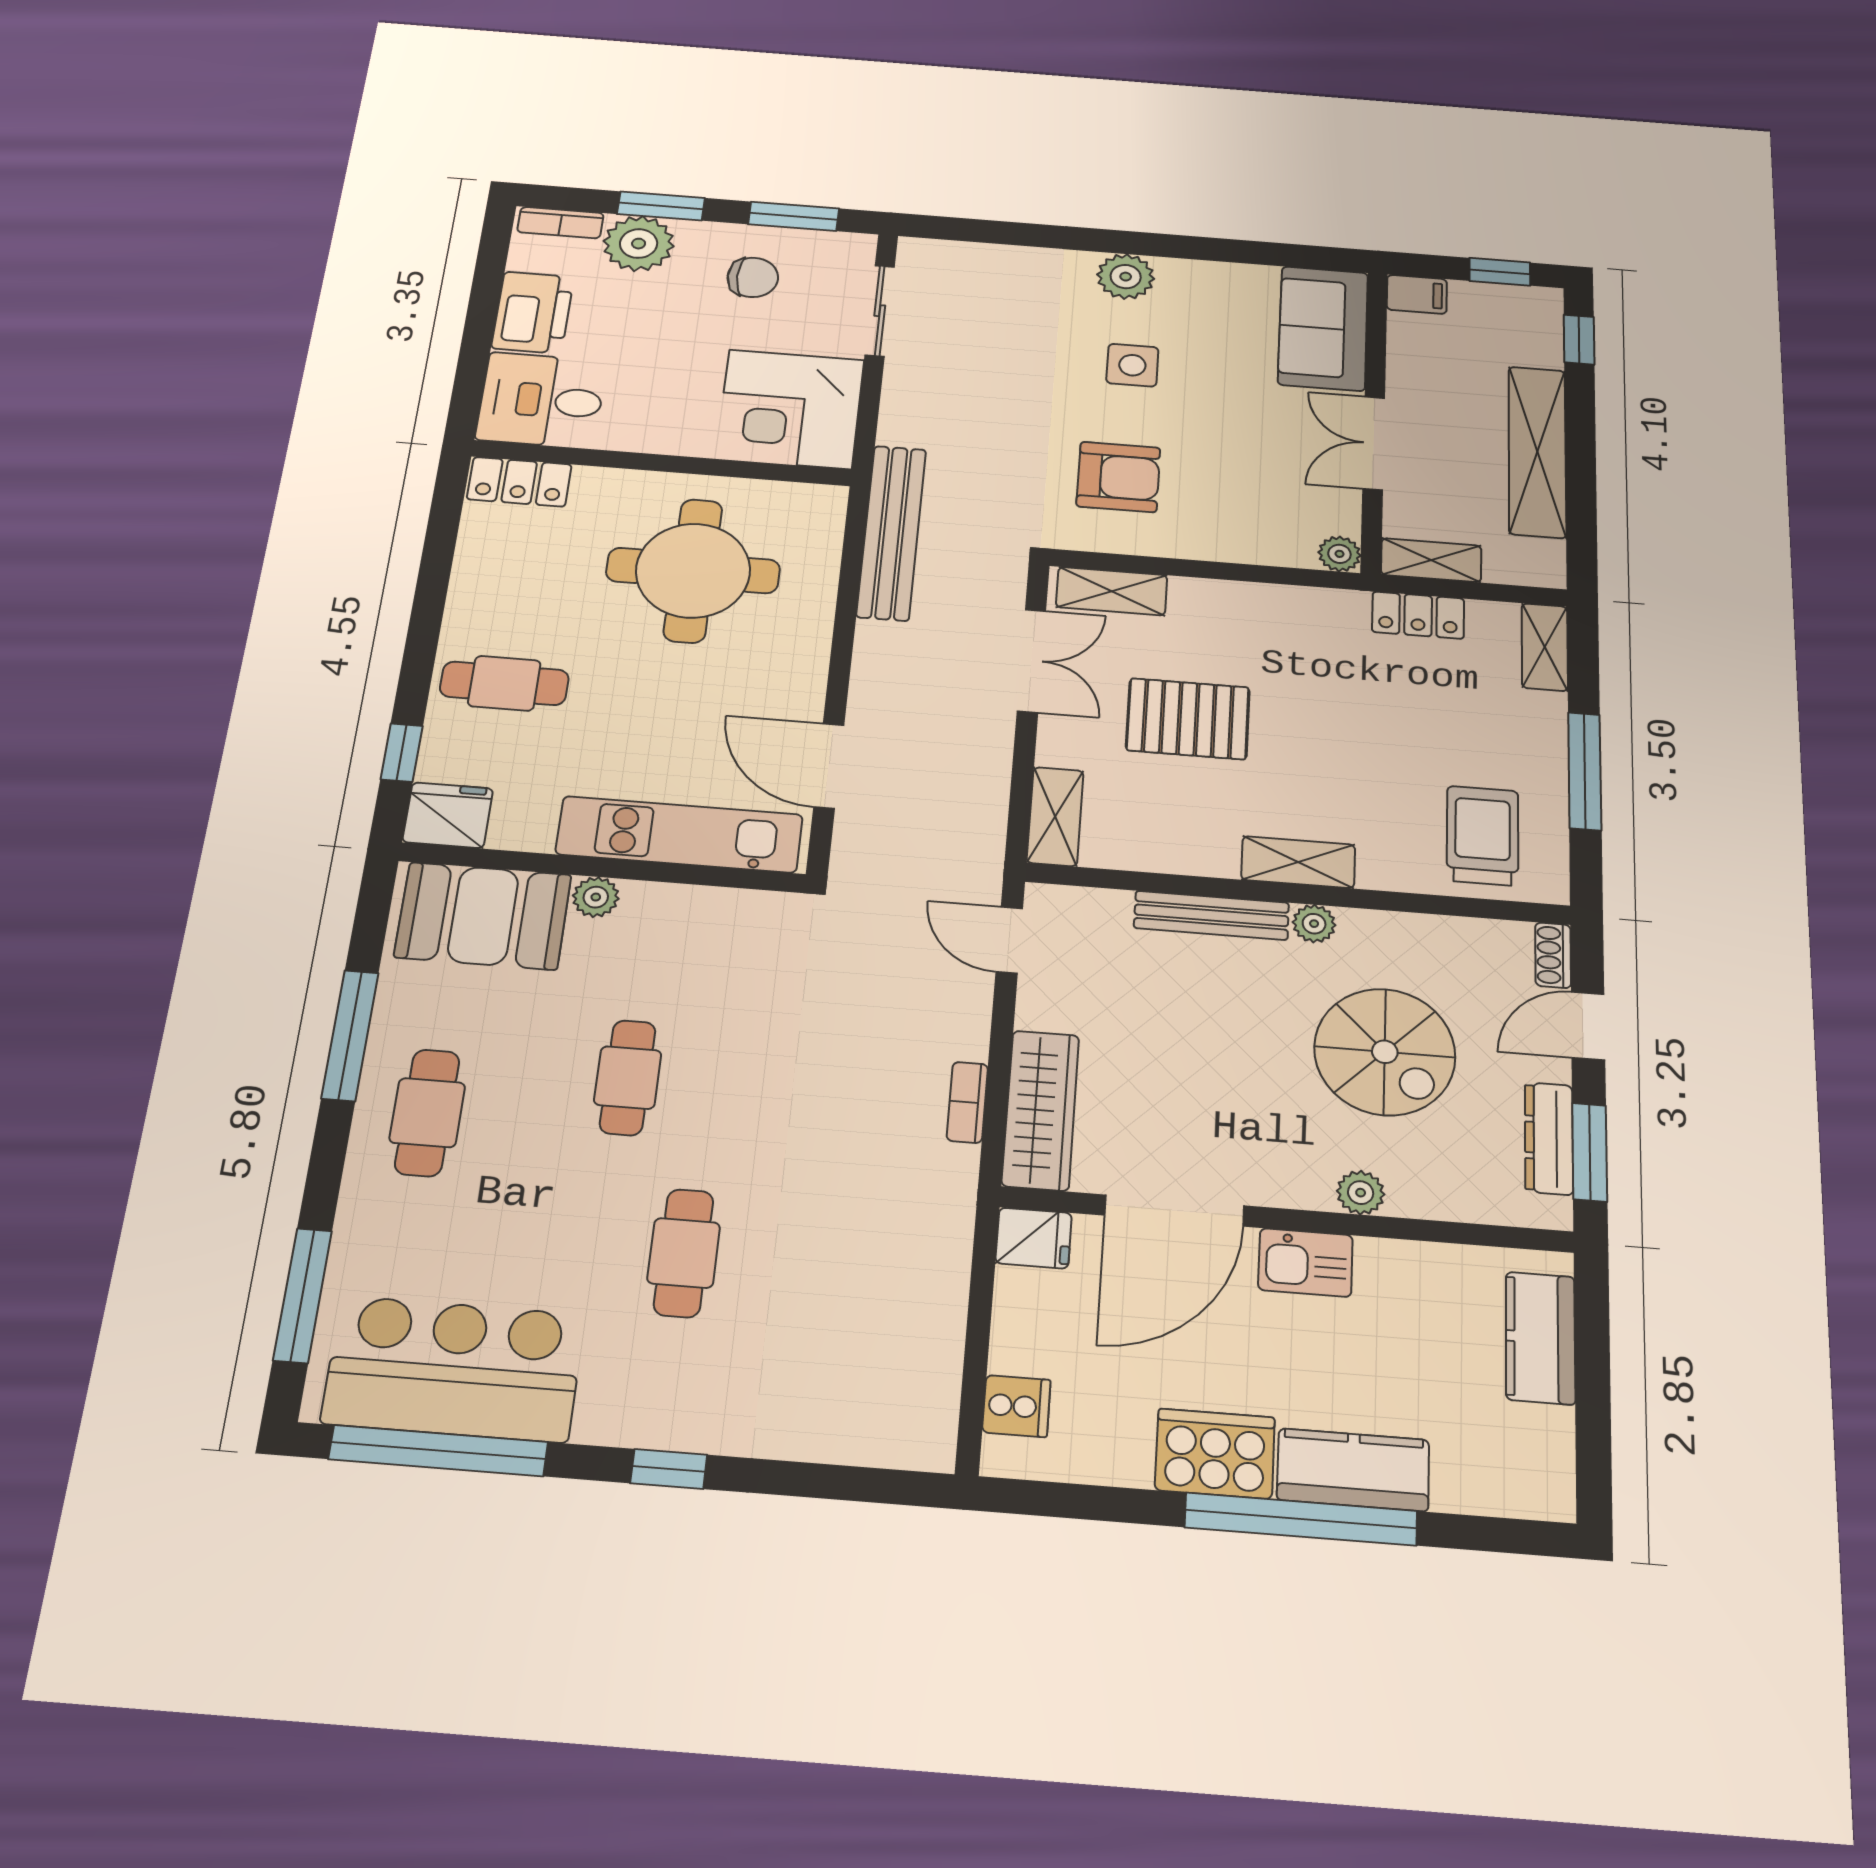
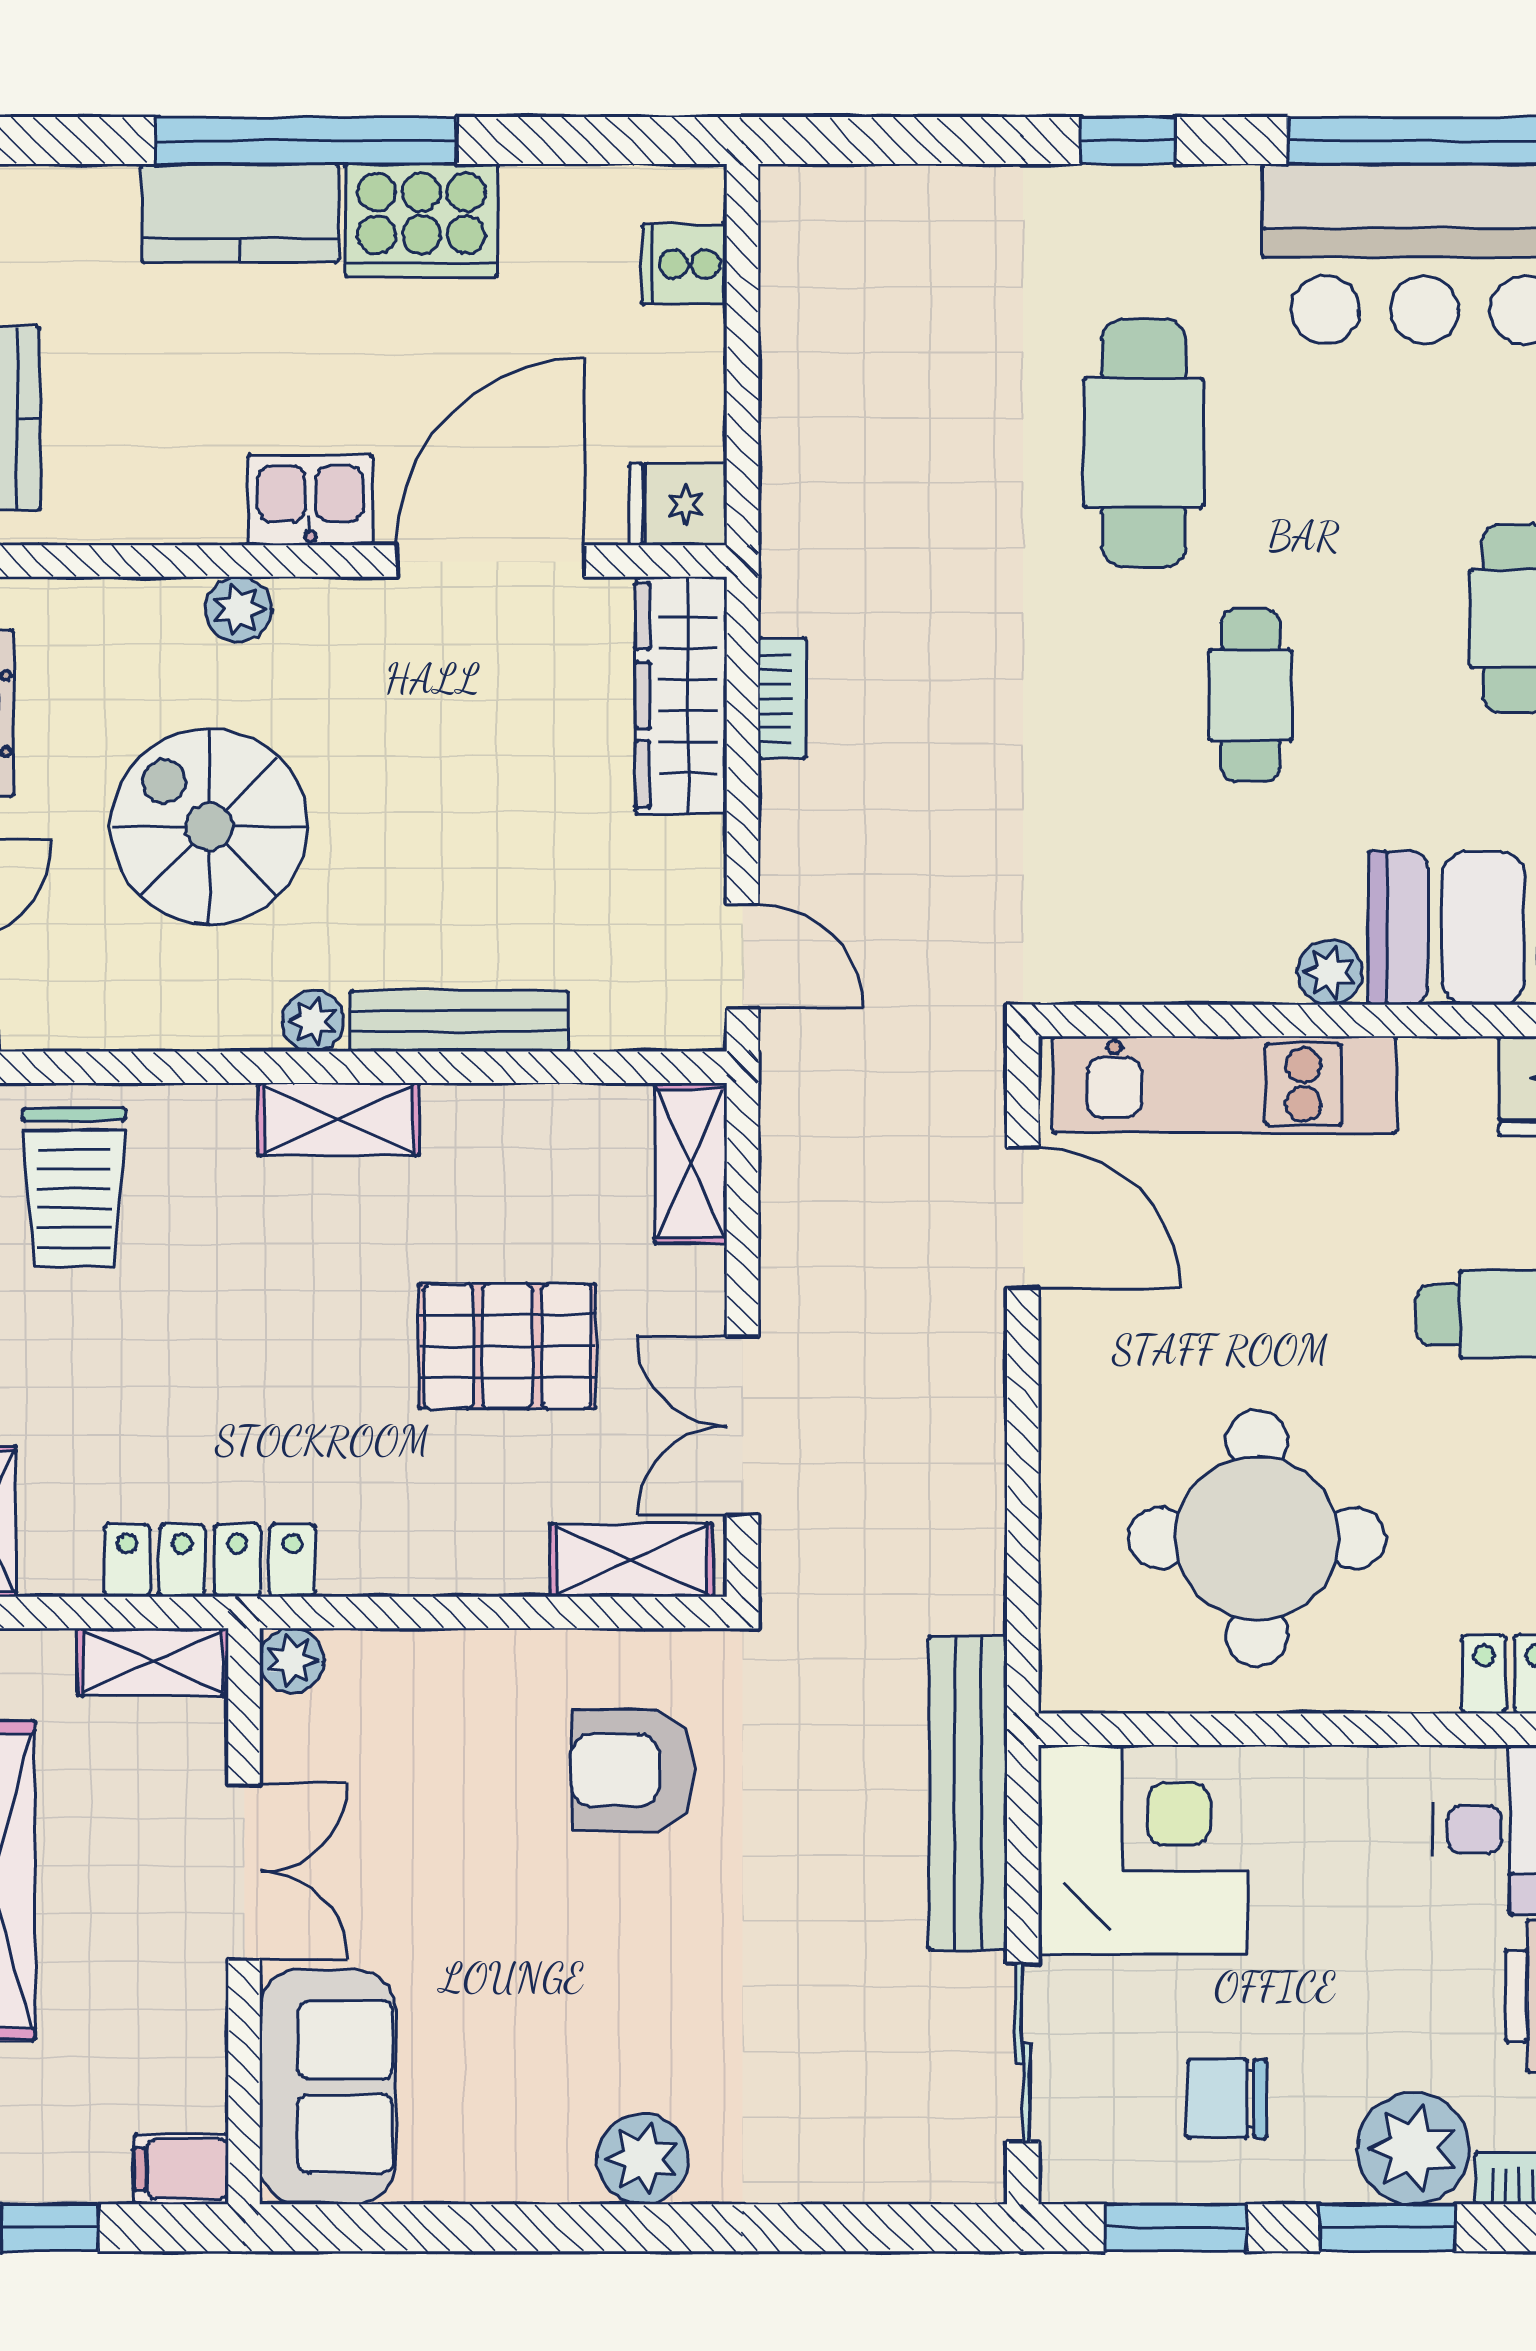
side table: (1132, 365) -> (623, 1985), removed
bench: (891, 532) -> (968, 1793), moved
locker: (1418, 615) -> (210, 1560), width x1.53
cafe table: (684, 1253) -> (1144, 443), width x1.37, depth x1.35

